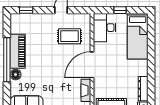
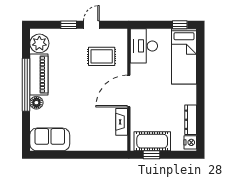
window: (26, 10) -> (69, 25), moved
window: (120, 10) -> (180, 25), moved
plant: (18, 25) -> (39, 43), added

